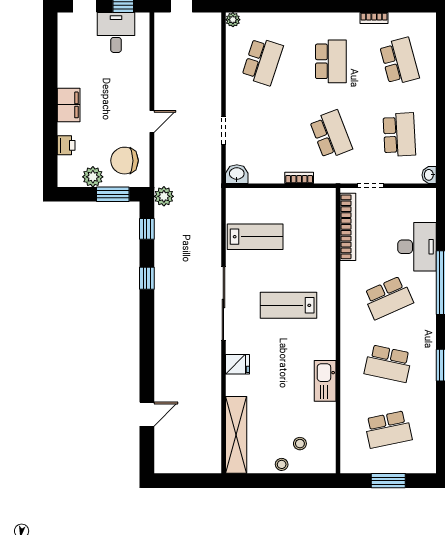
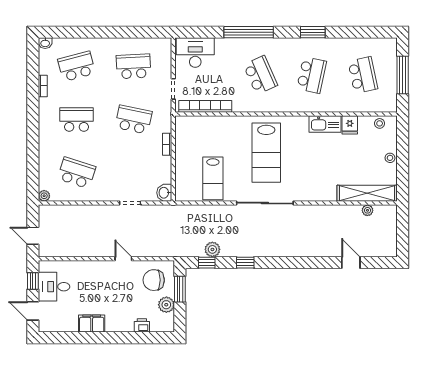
filing cabinet: (69, 105) -> (92, 324), moved
school desk: (331, 135) -> (133, 120), turned 33
chair: (124, 161) -> (154, 280), turned 90
washbasin: (429, 175) -> (45, 43), moved
plant: (164, 196) -> (212, 249), moved
lab bench: (255, 237) -> (213, 178), turned 180
desk: (417, 247) -> (195, 53), moved
lab bench: (289, 305) -> (266, 153), width x1.36, depth x1.39
fridge: (237, 364) -> (350, 125), moved, turned 180
plant: (214, 435) -> (367, 210), added
stool: (300, 444) -> (380, 123), moved
window: (388, 481) -> (403, 75), width x1.44

